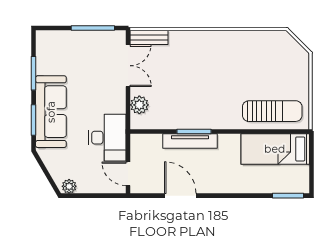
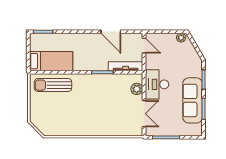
bench: (149, 37) -> (131, 131), removed
double door: (128, 66) -> (144, 114), swing flipped
sofa: (51, 112) -> (193, 100), moved
desk: (107, 138) -> (157, 84), moved
tv unit: (190, 141) -> (126, 66), moved

